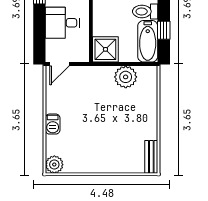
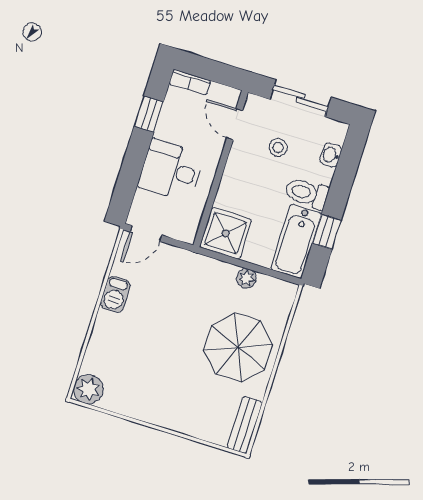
plant: (126, 77) -> (246, 278), width x0.53, depth x0.53
parasol: (133, 113) -> (238, 347), added
barbecue: (53, 124) -> (115, 294), moved

